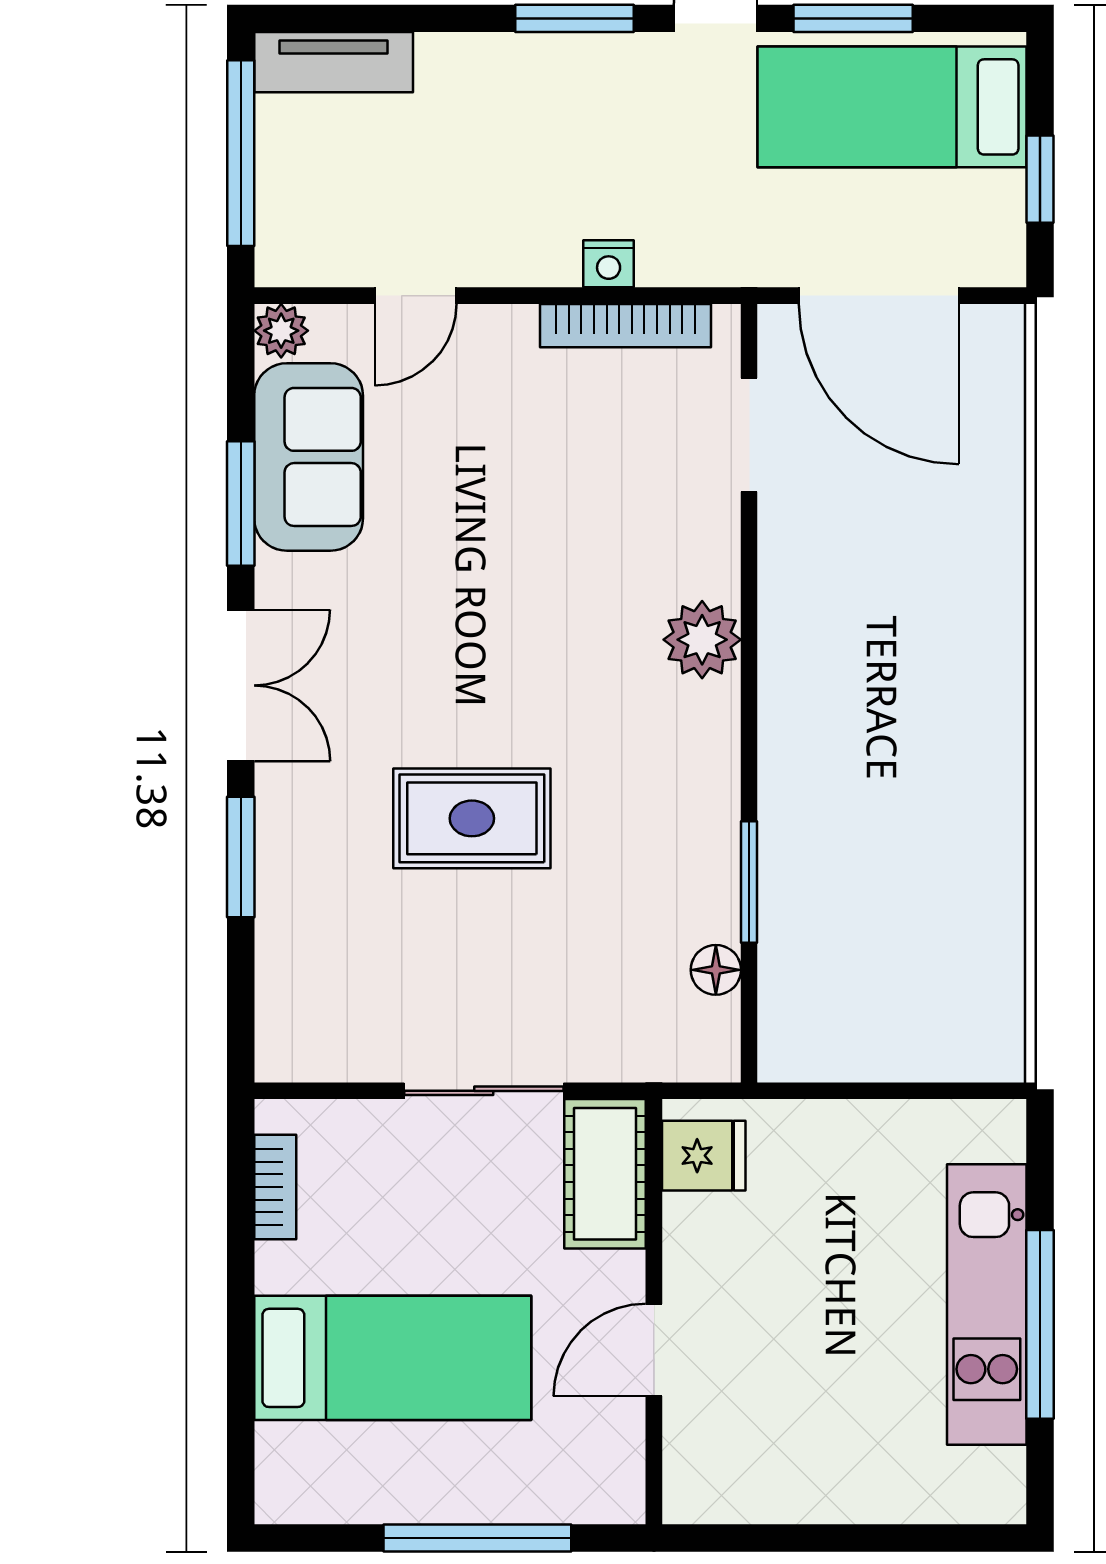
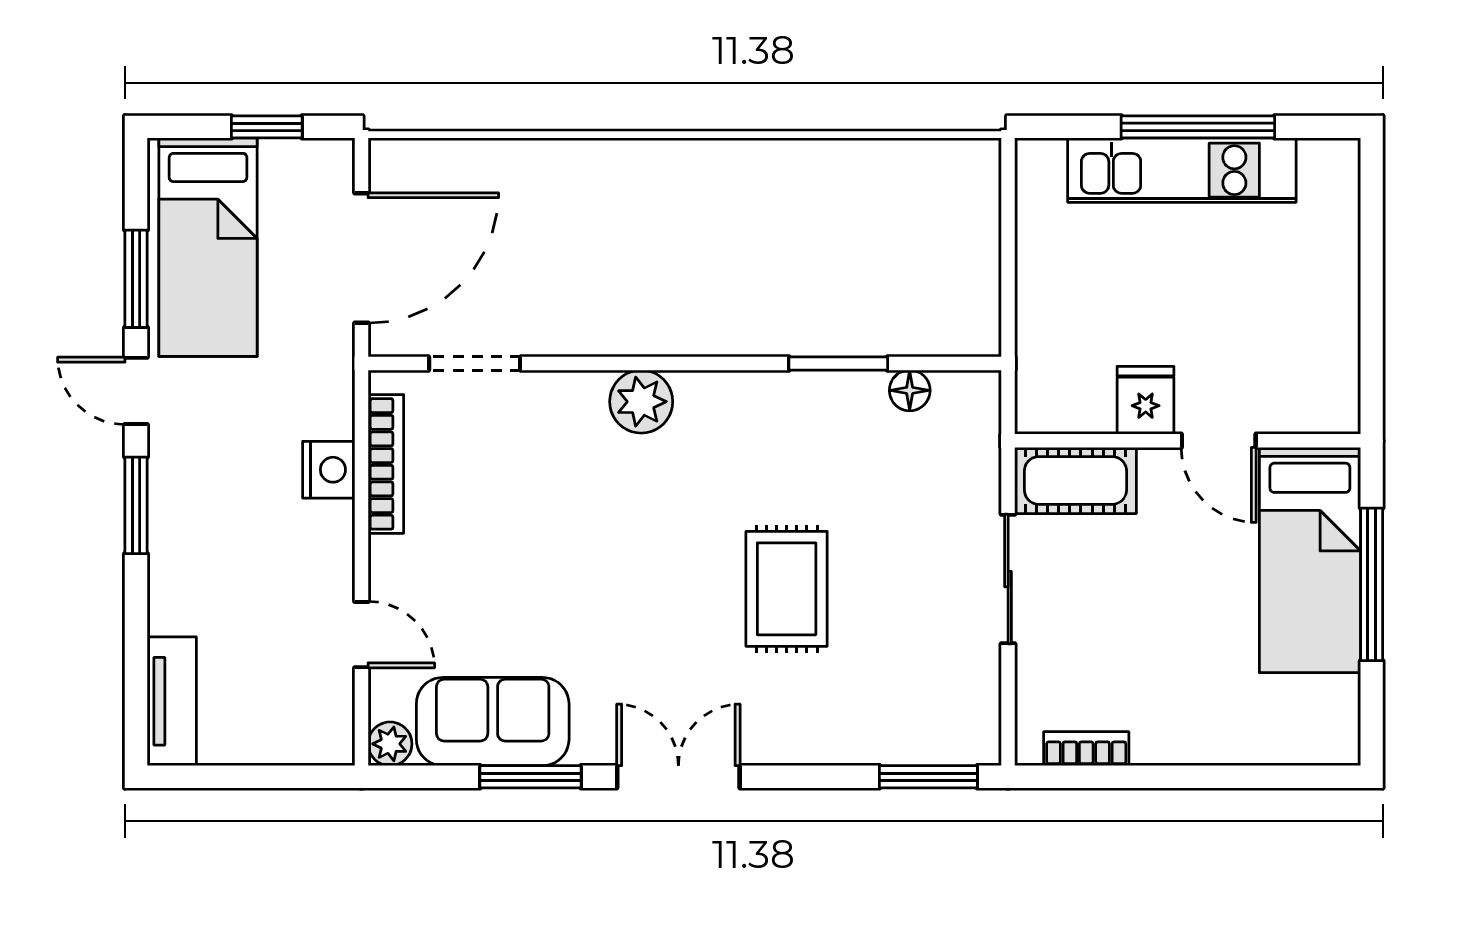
window: (241, 153) -> (246, 777), removed
nightstand: (609, 264) -> (329, 470), width x1.39, depth x1.35
window: (241, 857) -> (928, 777), moved
fridge: (704, 1156) -> (1146, 400), moved
bed: (393, 1358) -> (1310, 560), moved, turned 180

